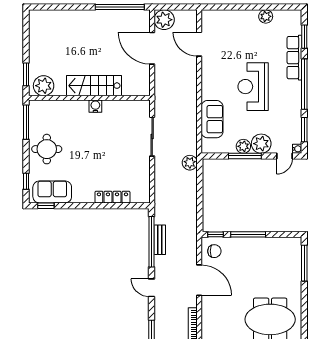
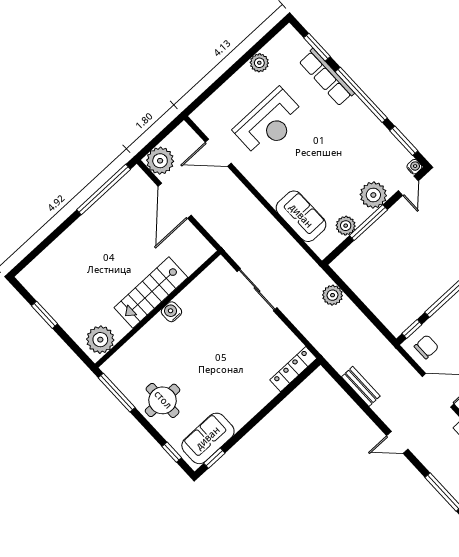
door: (152, 48) -> (175, 201), hinge flipped
window: (26, 74) -> (45, 315), moved
reception desk: (253, 87) -> (269, 123), moved, turned -90
plant: (243, 146) -> (346, 226), moved
plant: (190, 163) -> (333, 295), moved
locker: (112, 197) -> (293, 369), moved
window: (151, 242) -> (354, 396), removed

